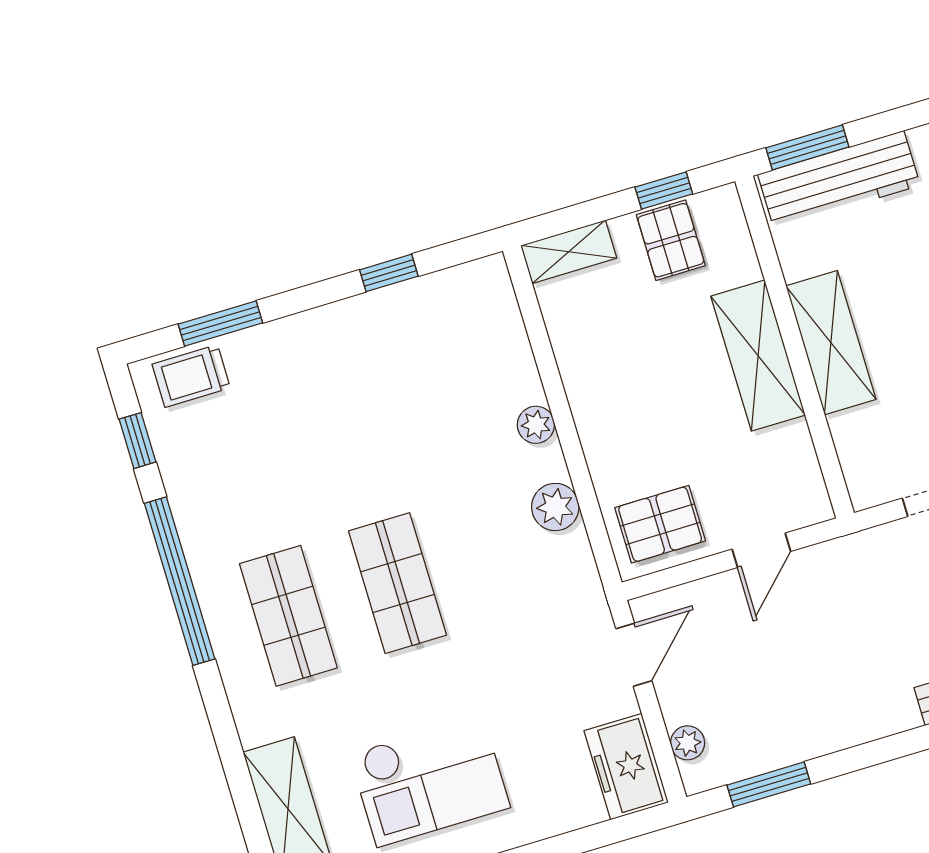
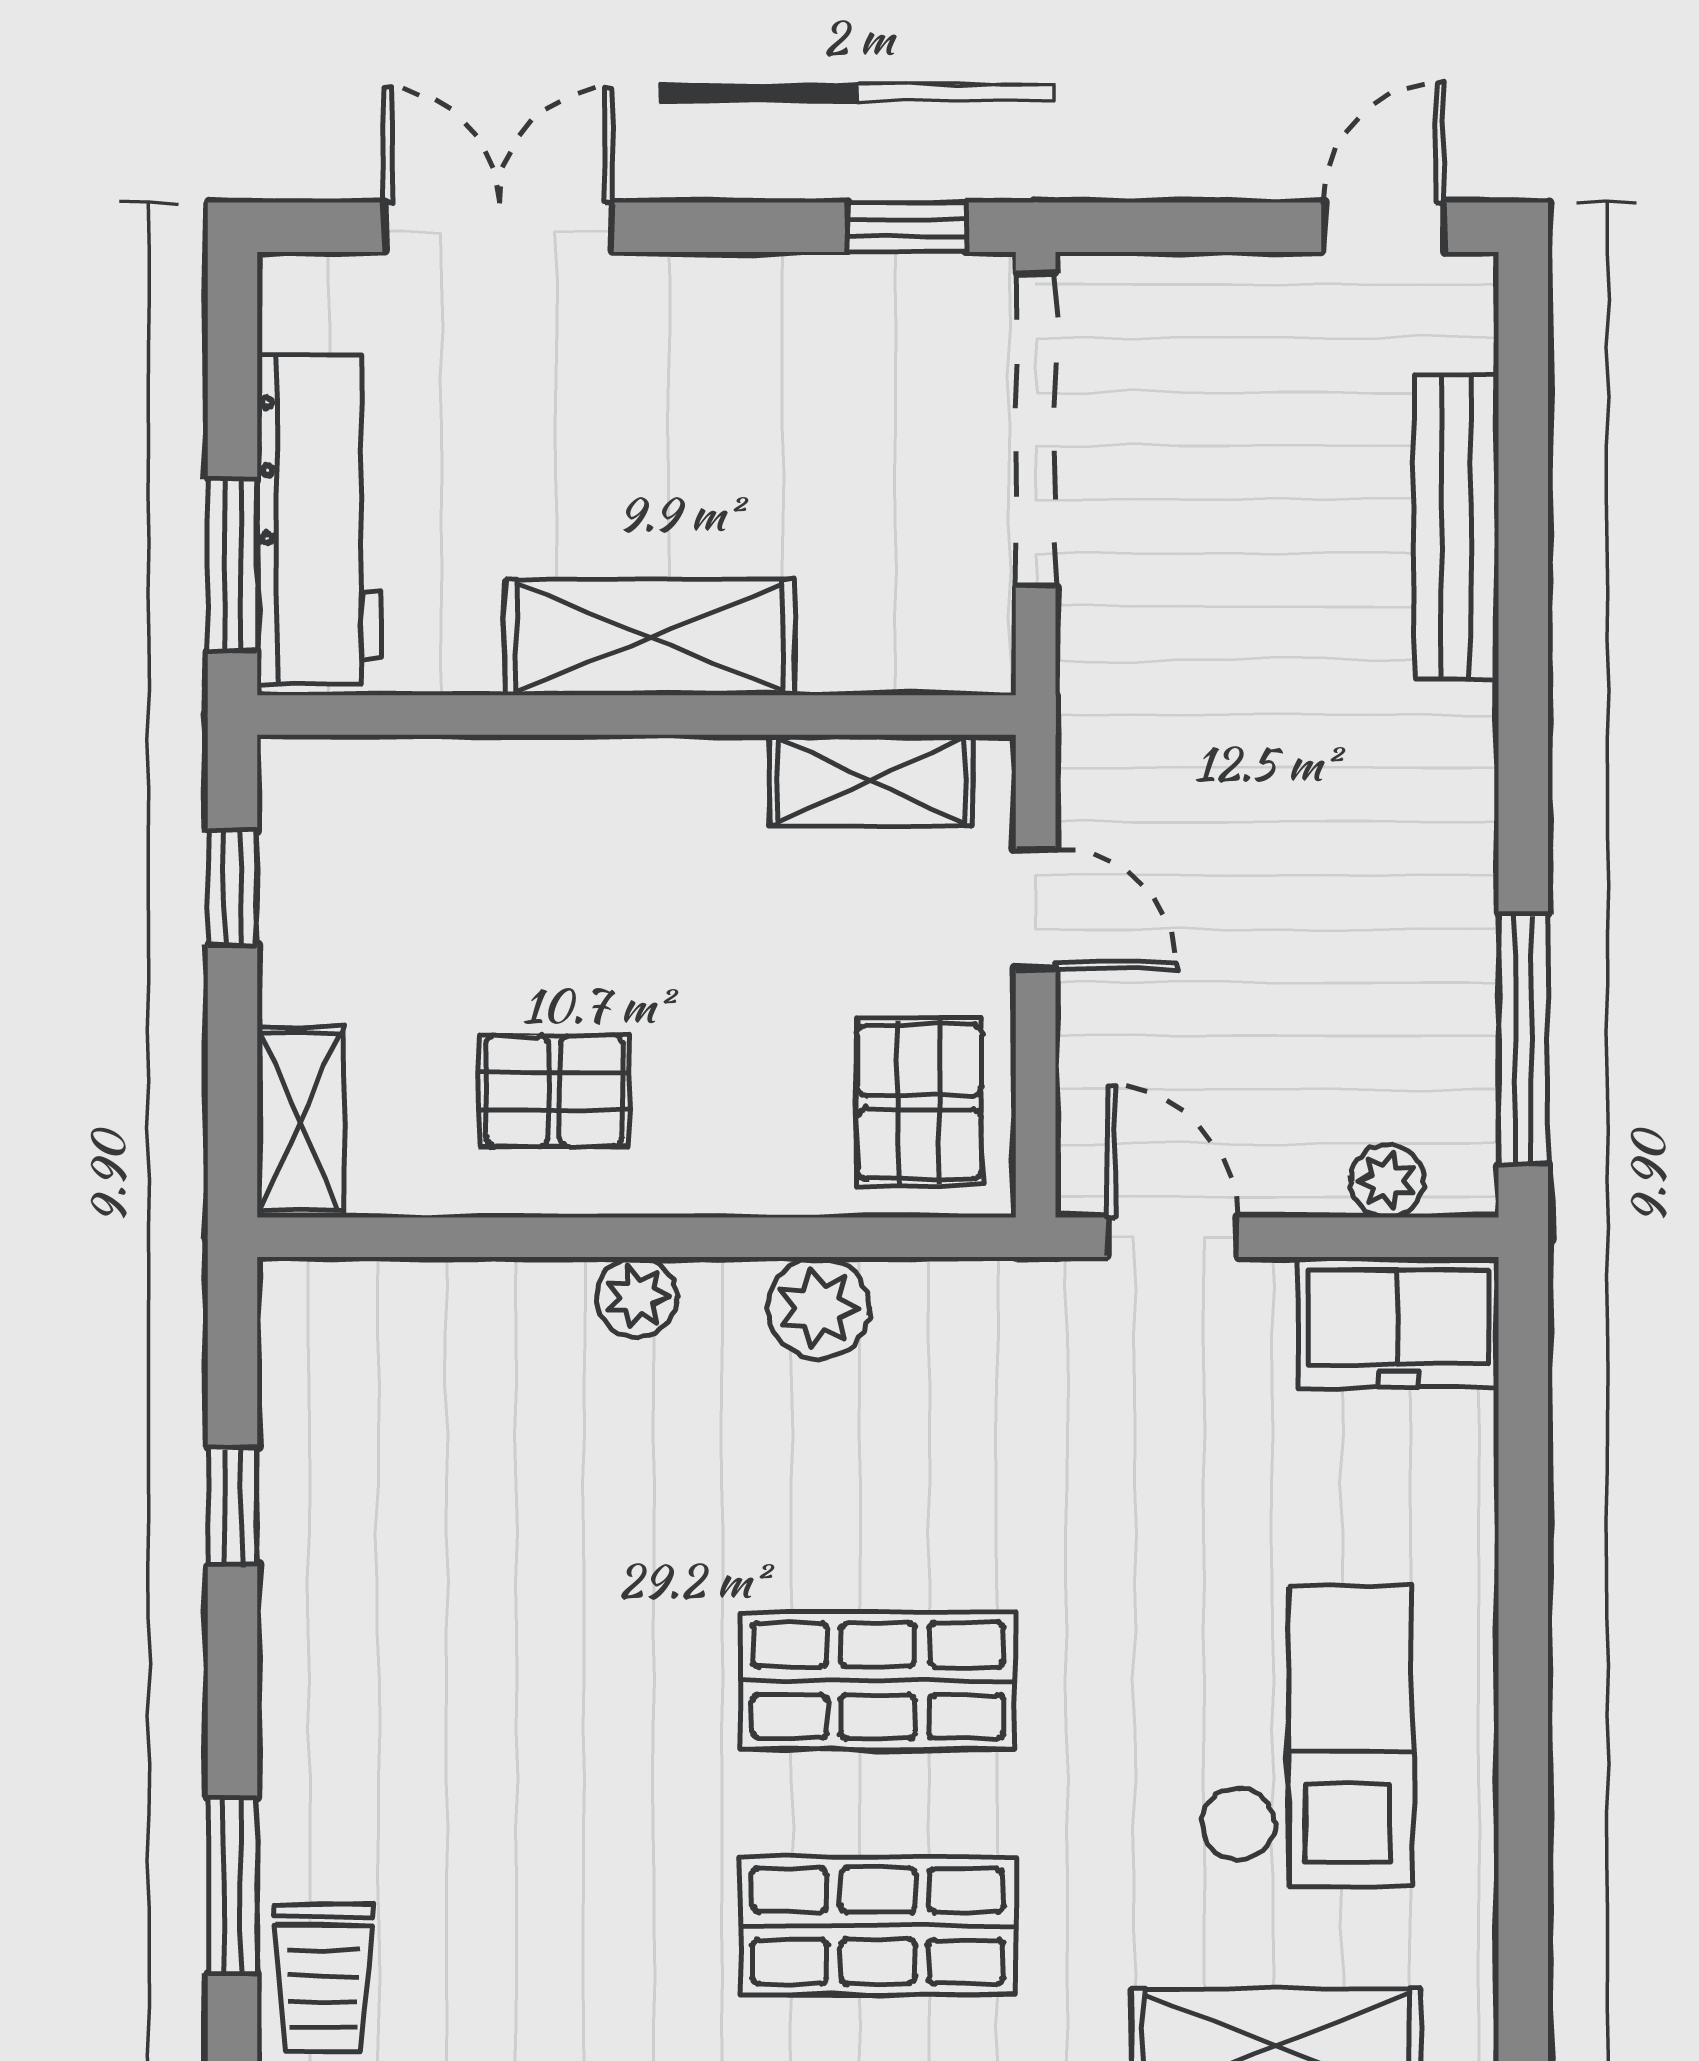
pallet: (671, 240) -> (554, 1091), moved
shelving: (758, 356) -> (870, 780), moved, width x0.67, depth x0.75
window: (769, 784) -> (1523, 1039), width x1.44

